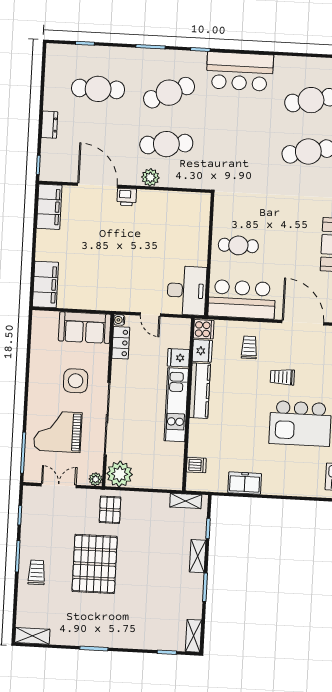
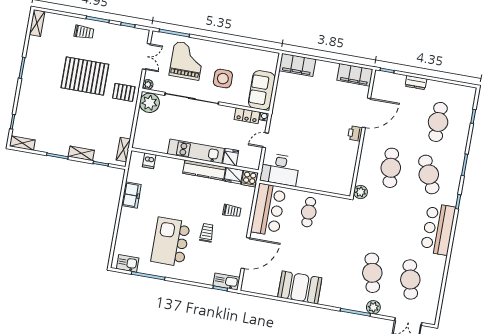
plant: (150, 177) -> (361, 192), moved

